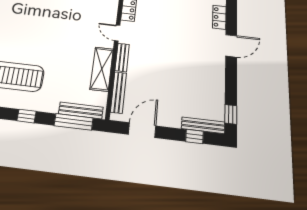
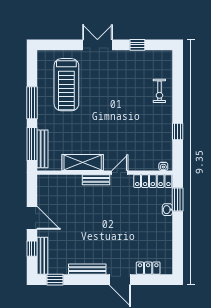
bench: (118, 92) -> (87, 269), moved
window: (27, 116) -> (32, 103), width x2.17
door: (142, 130) -> (32, 218), moved

